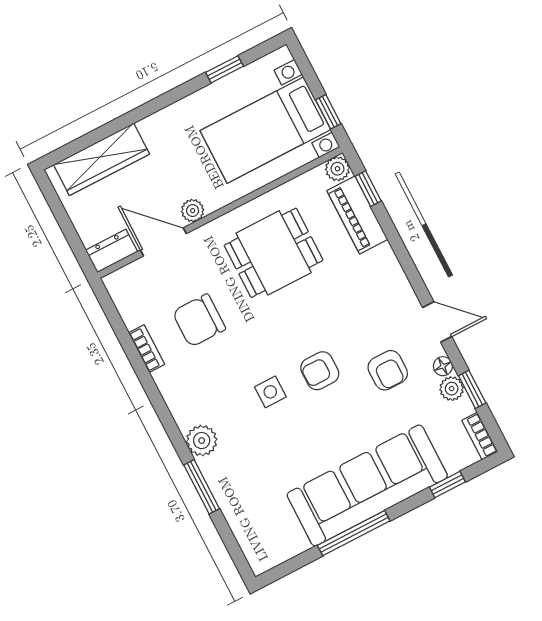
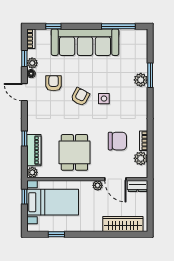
window: (368, 189) -> (24, 138), moved
dining table: (274, 253) -> (74, 152), turned 90
plant: (134, 310) -> (141, 158), added
armchair: (320, 371) -> (80, 97), turned -62
plant: (202, 441) -> (141, 80), moved
window: (354, 533) -> (118, 26), moved

